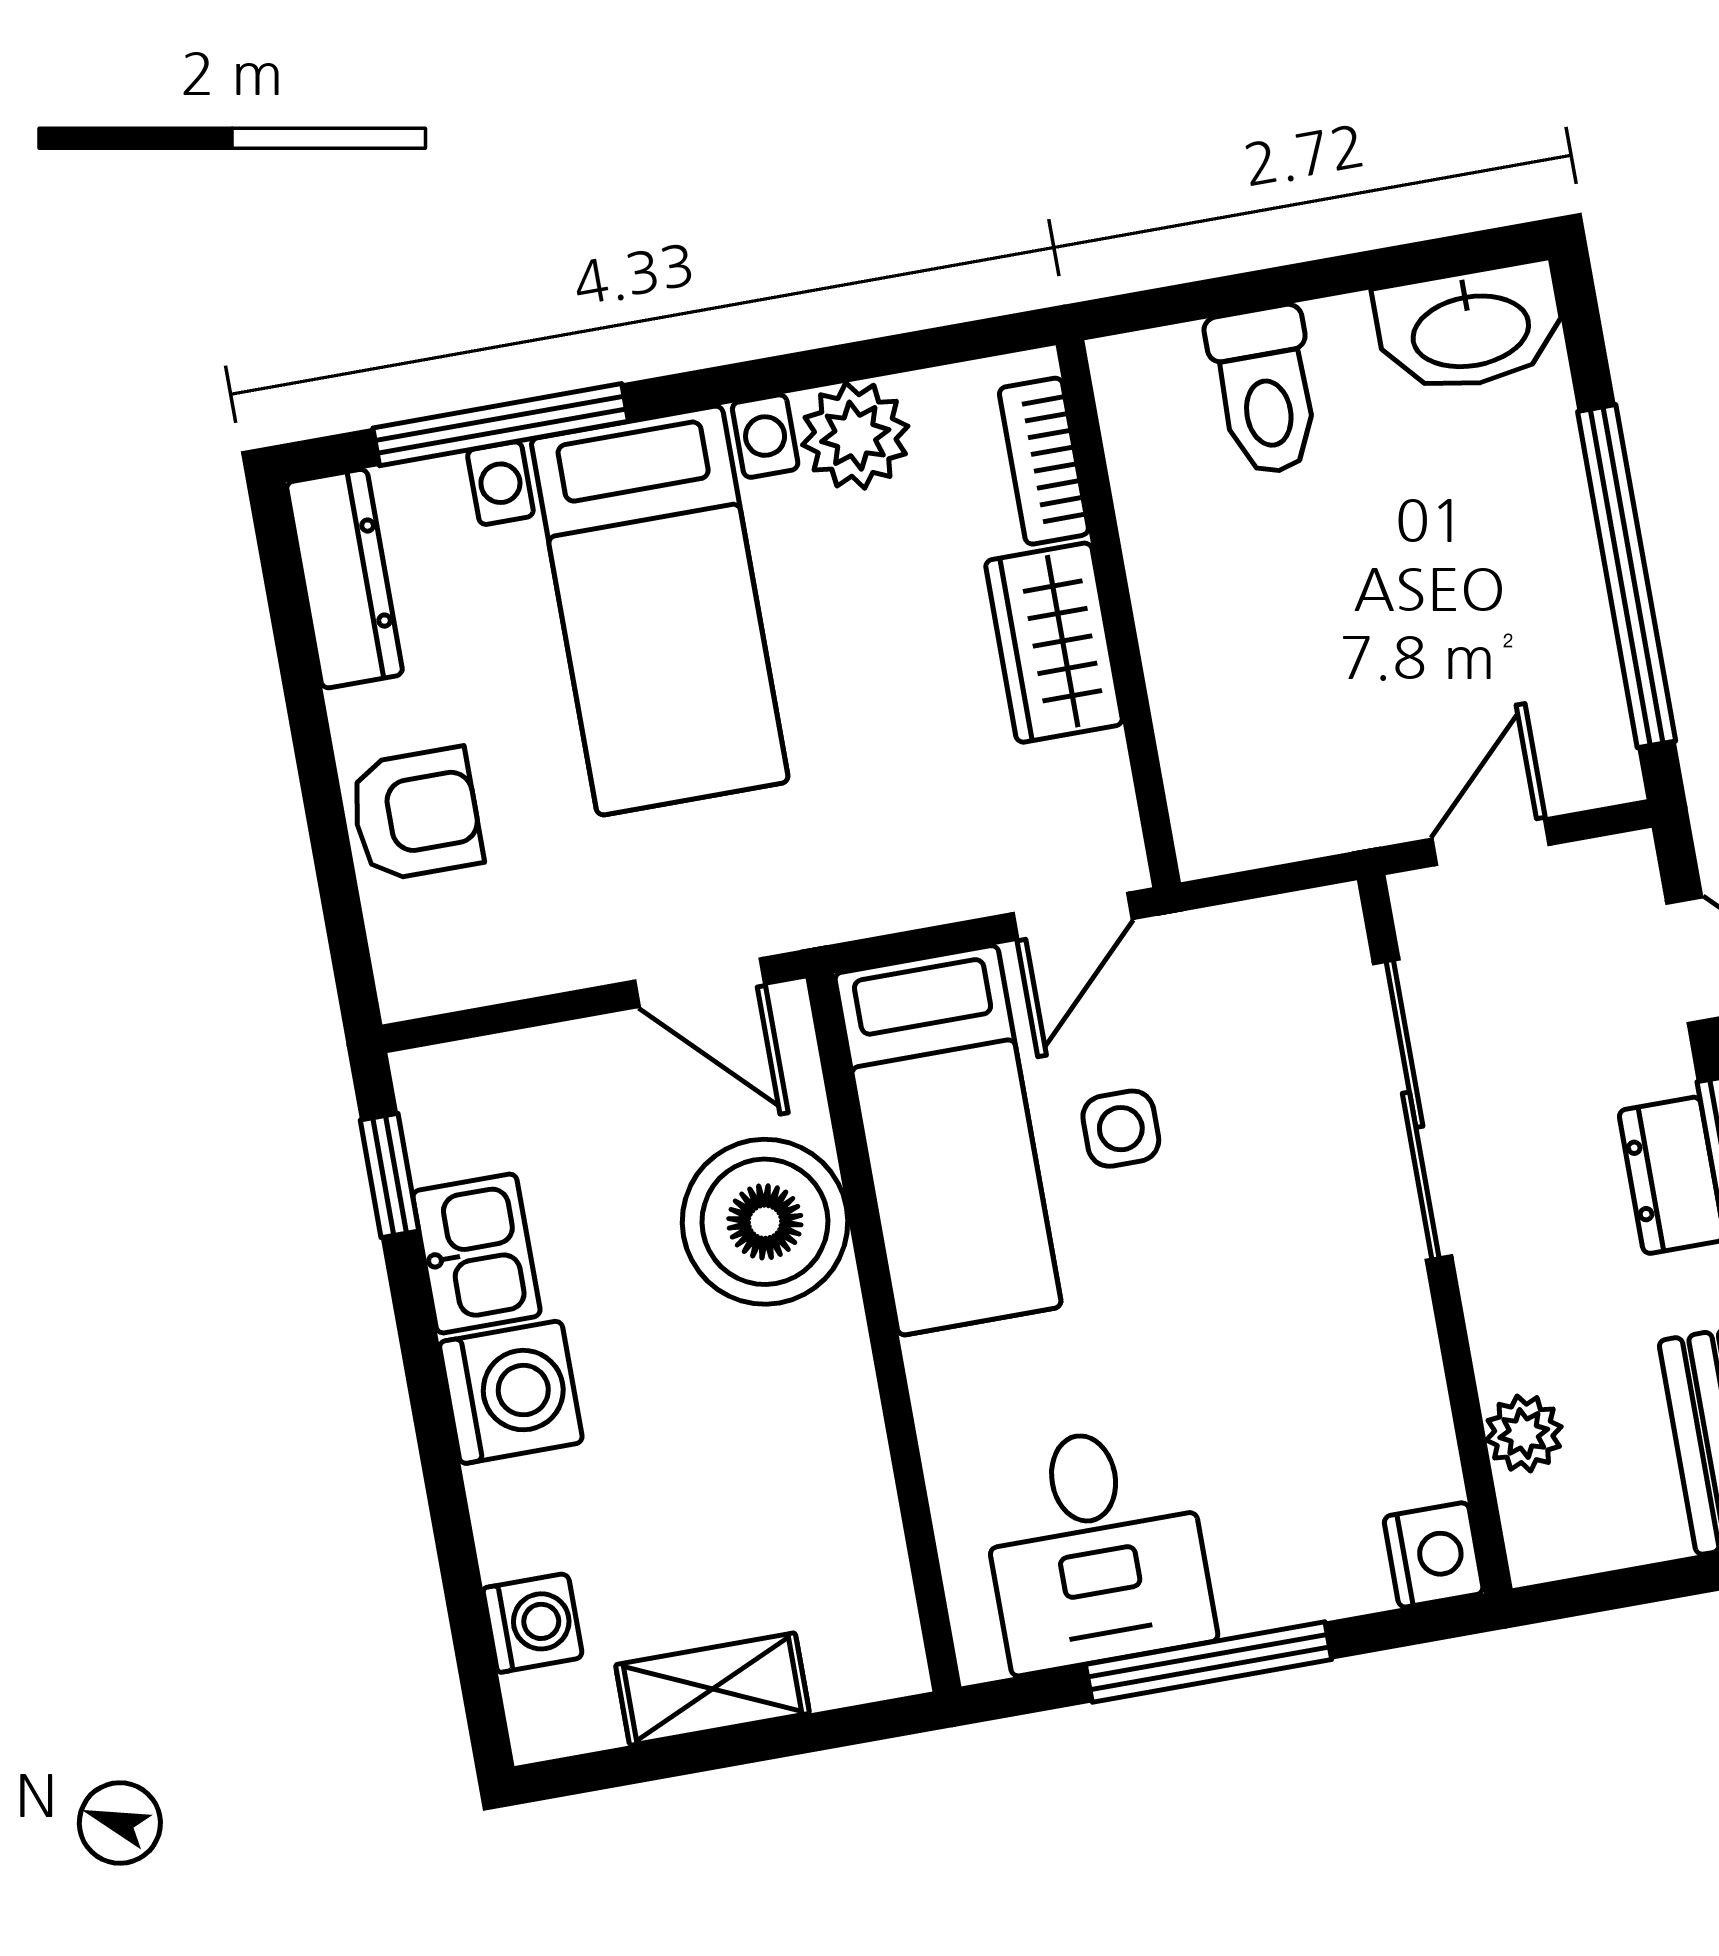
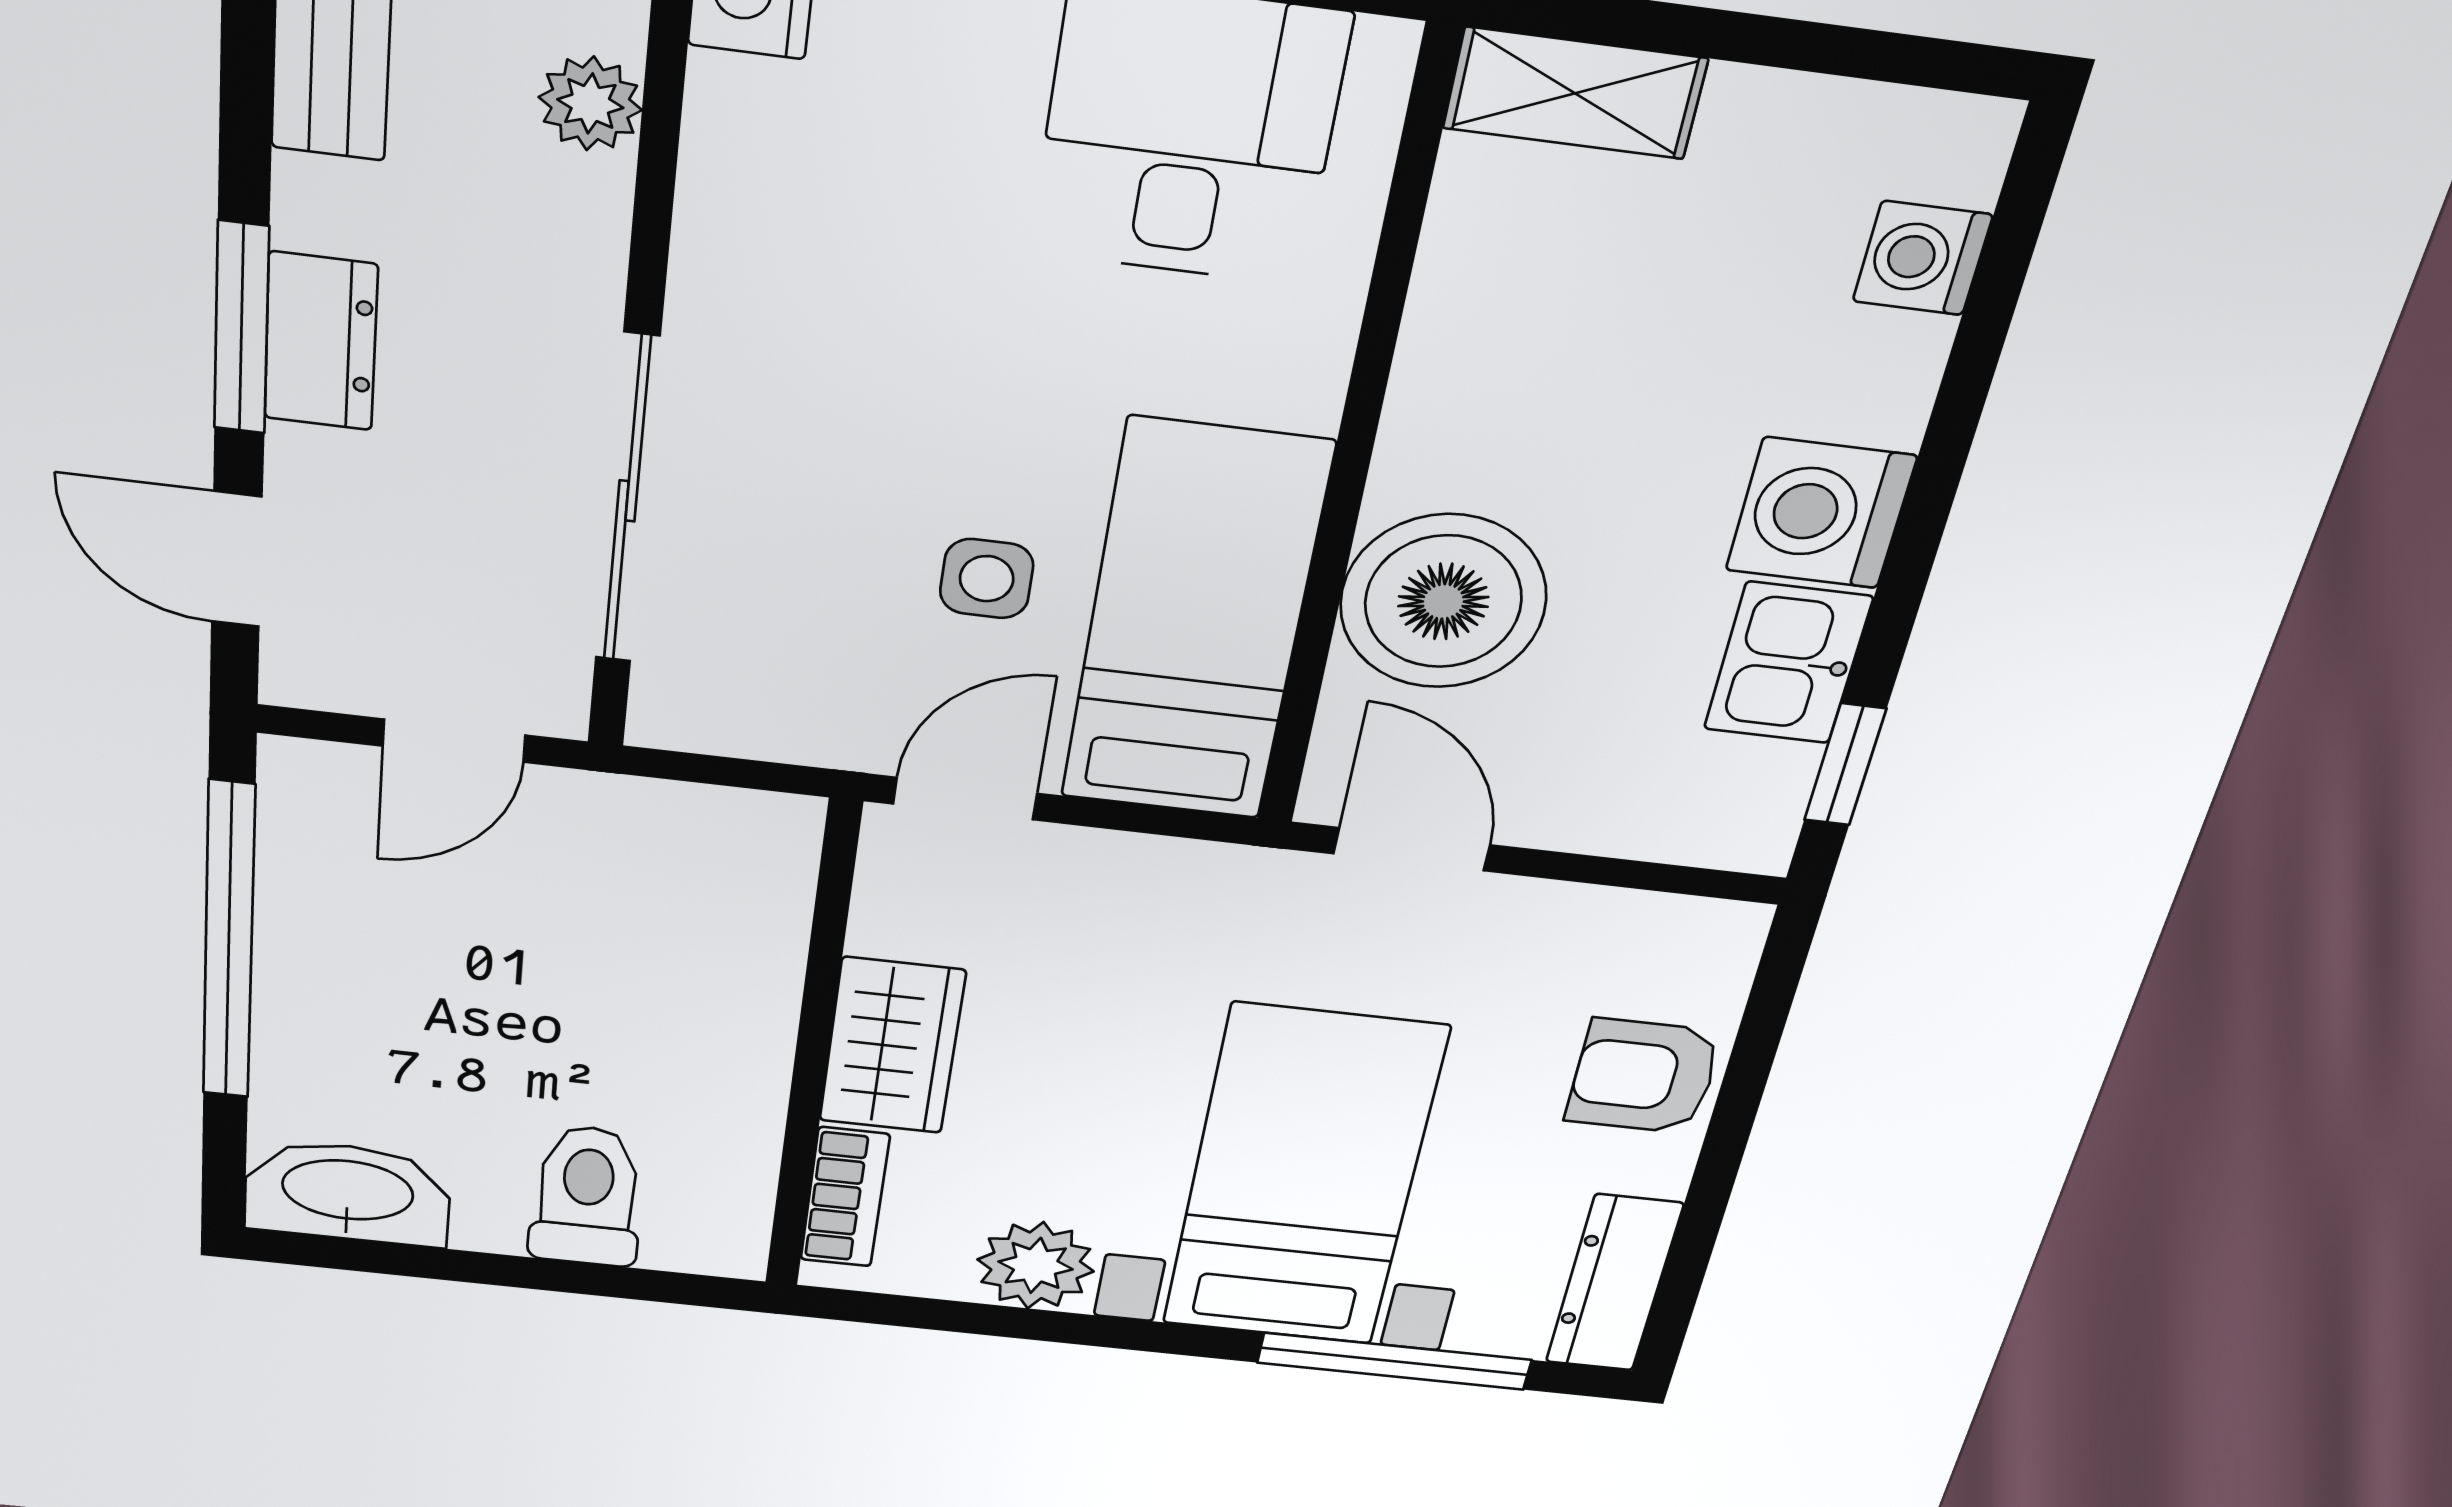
shelving: (712, 1689) -> (1575, 93), moved

